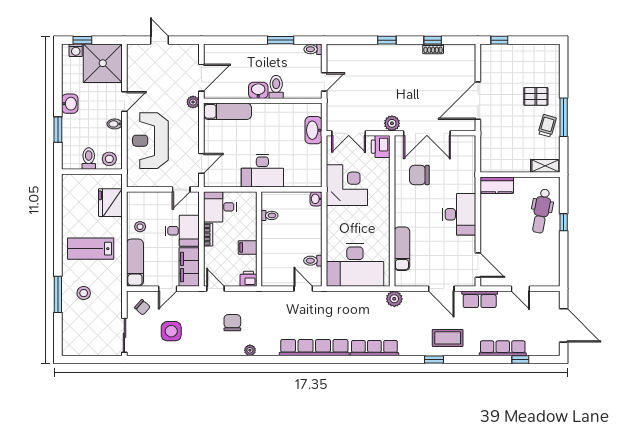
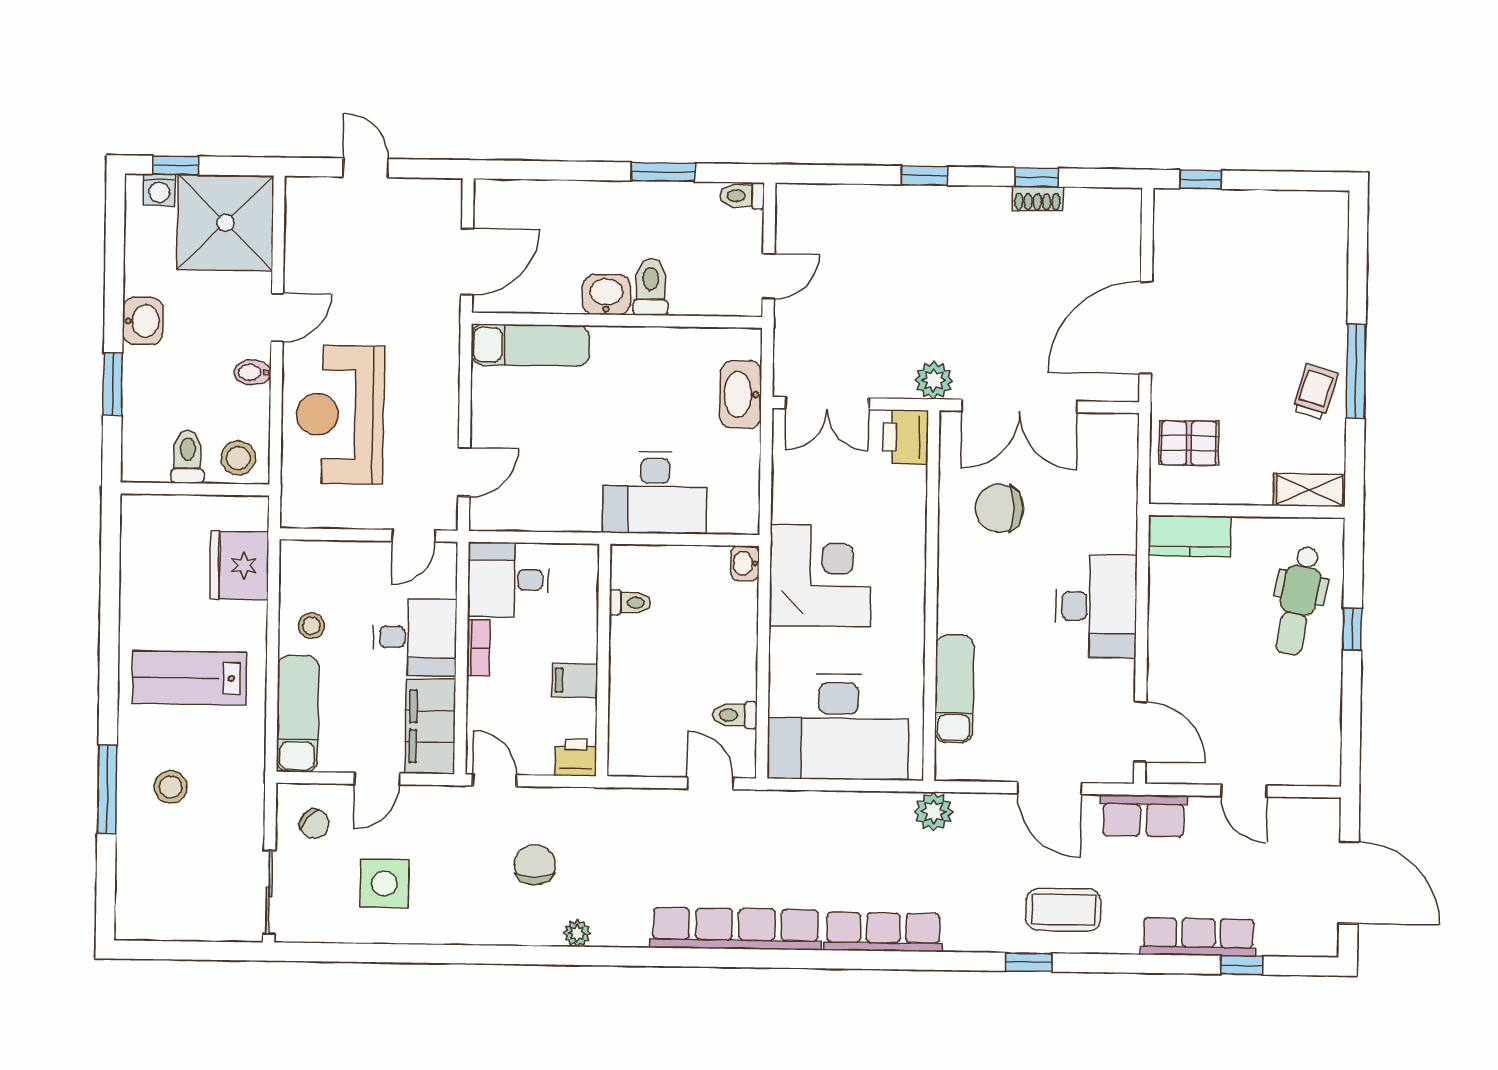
pallet: (536, 96) -> (1189, 443), moved
plant: (193, 102) -> (446, 321), removed
desk: (262, 171) -> (655, 493), moved
corner desk: (347, 185) -> (820, 576), moved

